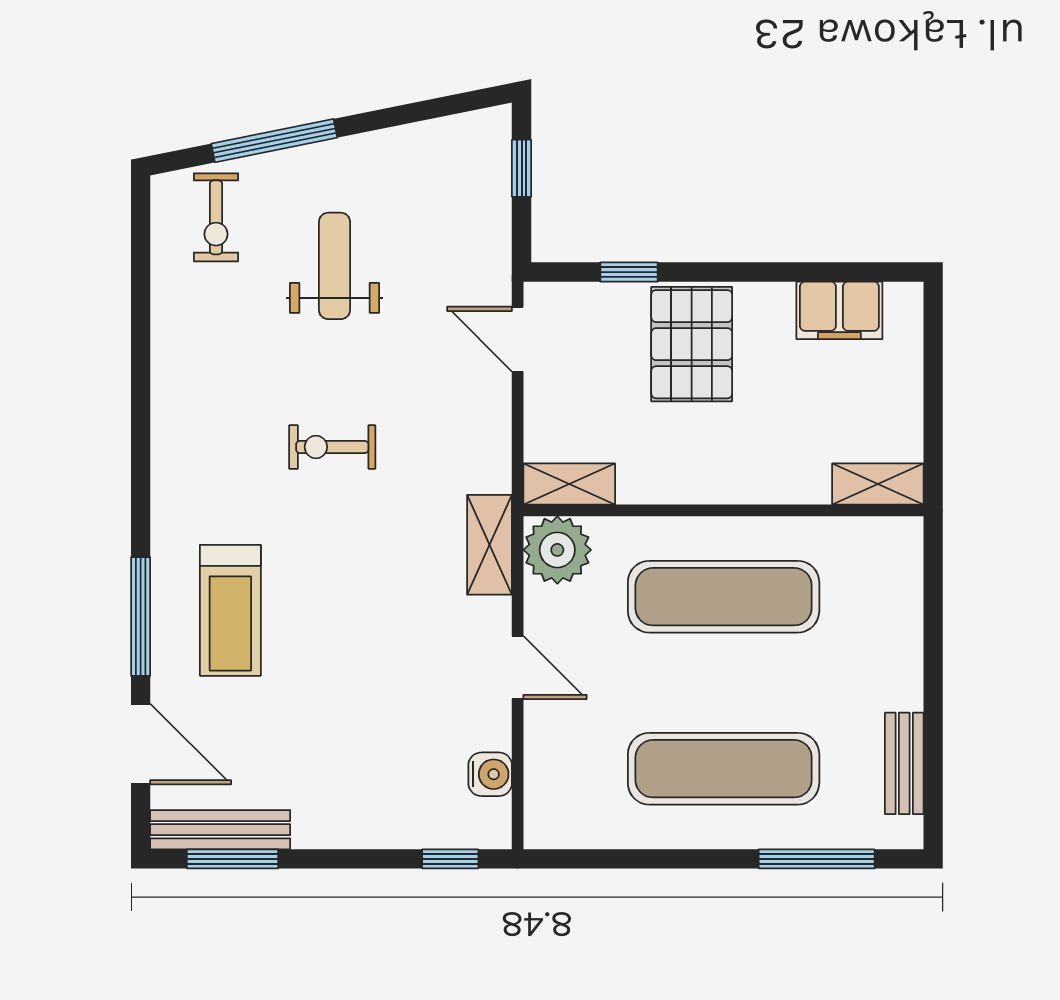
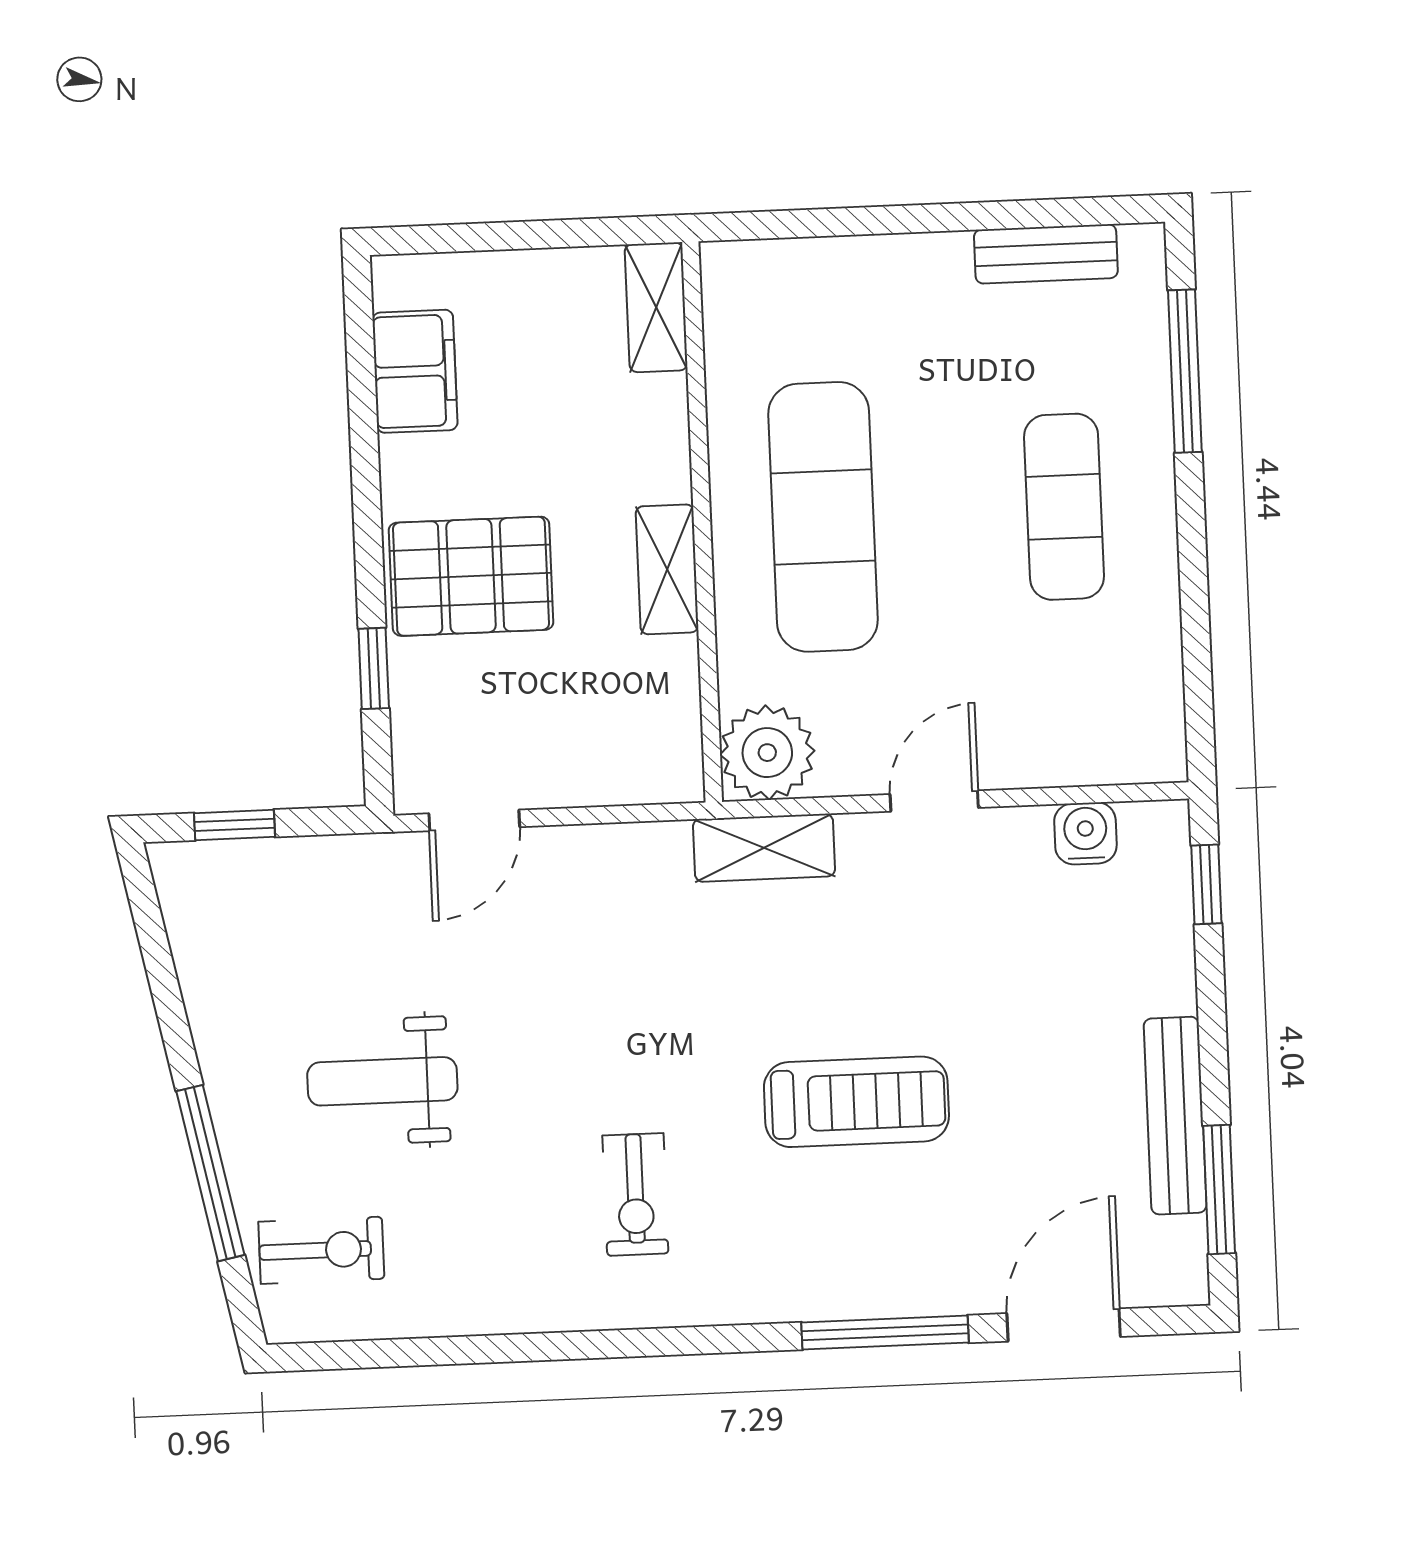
exercise bike: (332, 447) -> (635, 1195), moved
shelving: (569, 484) -> (667, 569), moved
treadmill: (230, 610) -> (856, 1102), moved
exercise mat: (724, 769) -> (1064, 507), width x0.73, depth x0.69
bench: (220, 830) -> (1175, 1116), moved

